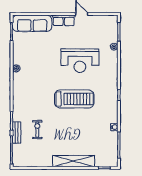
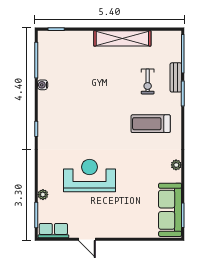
row of seats: (64, 20) -> (53, 231), moved
sofa: (32, 23) -> (170, 210), moved, turned -90
treadmill: (74, 99) -> (151, 124), moved, width x0.73, depth x0.73
shelving: (74, 161) -> (122, 38), moved

